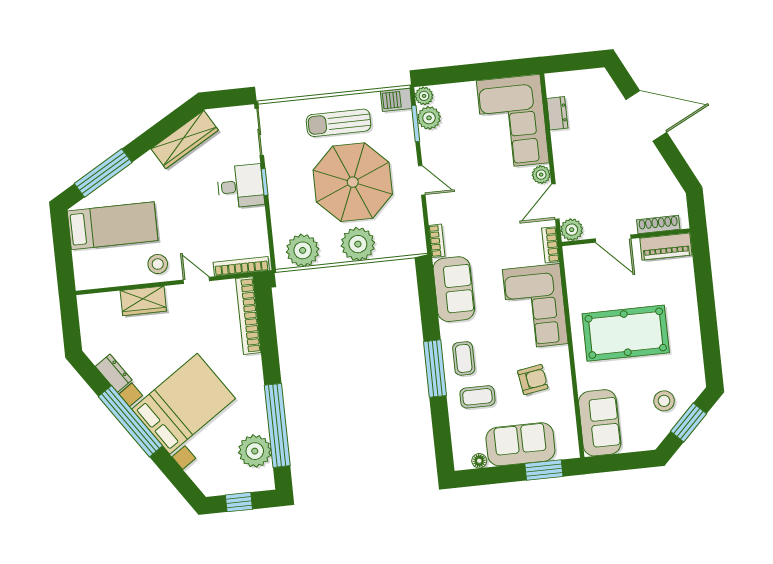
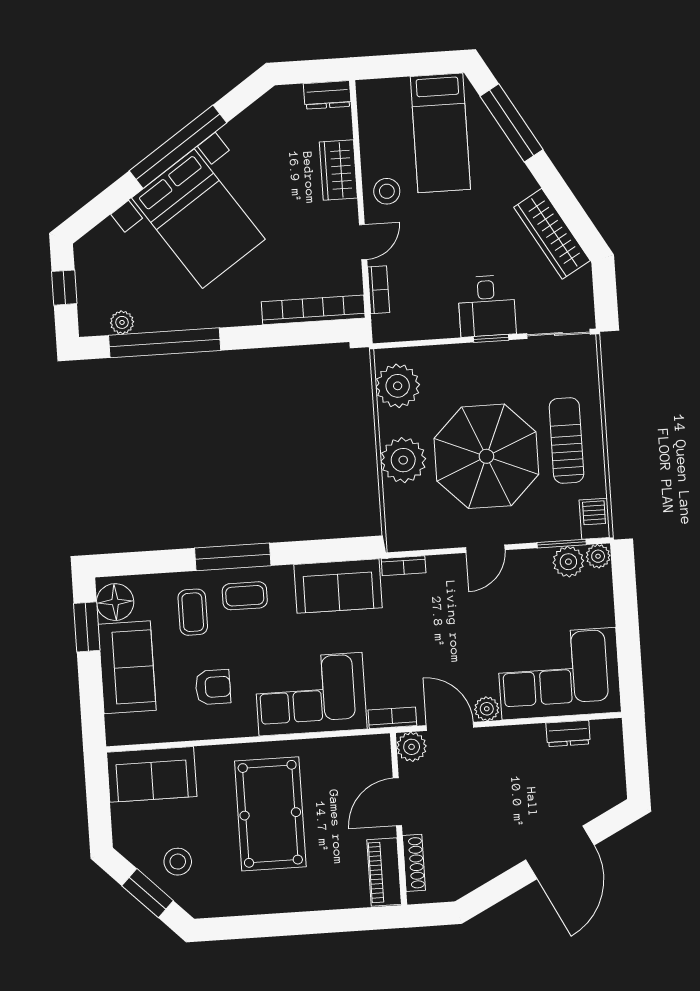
bookcase: (241, 266) -> (379, 290), width x0.64
dresser: (114, 373) -> (327, 95), moved, turned 34
armchair: (533, 380) -> (213, 687), turned -81
plant: (255, 451) -> (122, 322), width x0.53, depth x0.53
floor lamp: (479, 461) -> (115, 602), width x1.89, depth x1.89
window: (544, 470) -> (87, 627), moved

